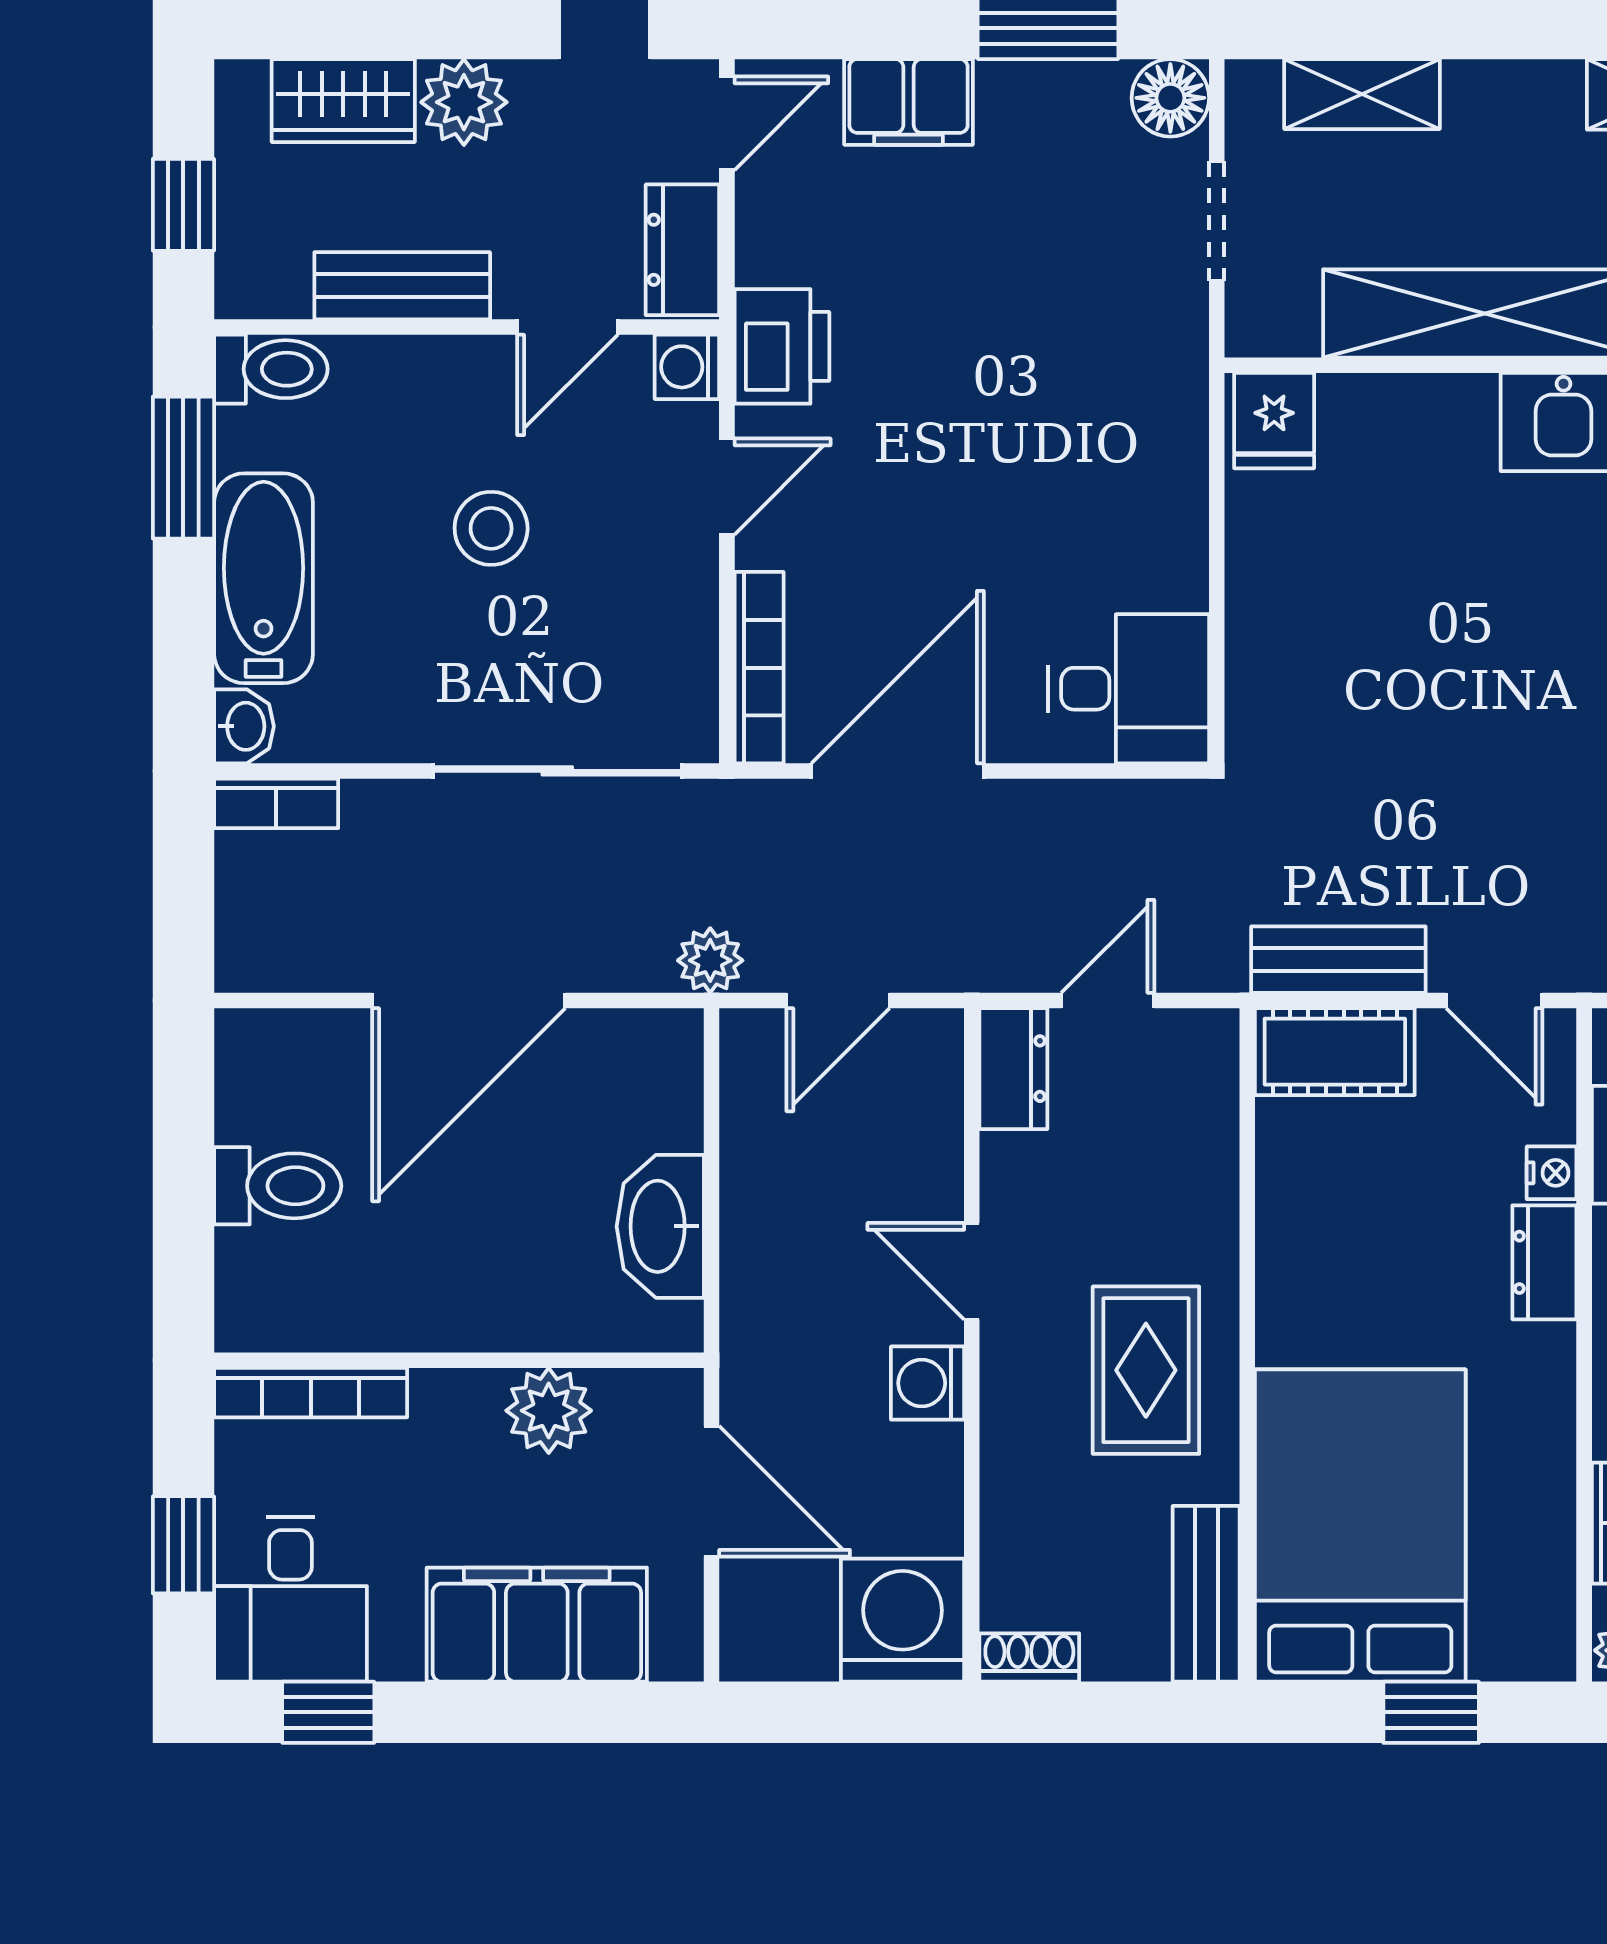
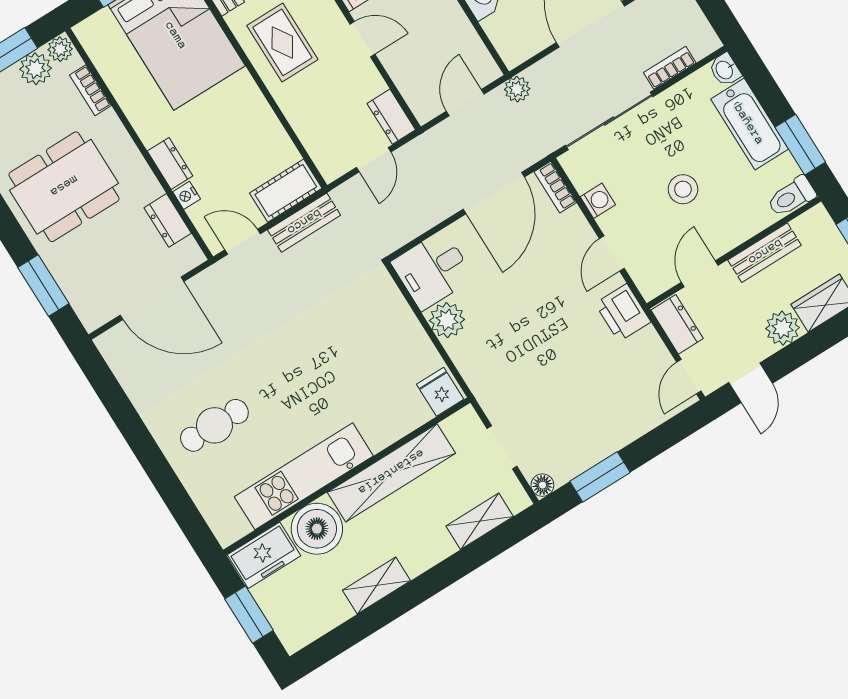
floor lamp: (1170, 98) -> (542, 485), width x0.73, depth x0.73
filing cabinet: (909, 102) -> (632, 422), removed
washing machine: (687, 367) -> (598, 201), moved
plant: (1165, 564) -> (447, 320), added
bookcase: (759, 668) -> (555, 187), width x0.64
bookcase: (276, 803) -> (670, 68), moved

